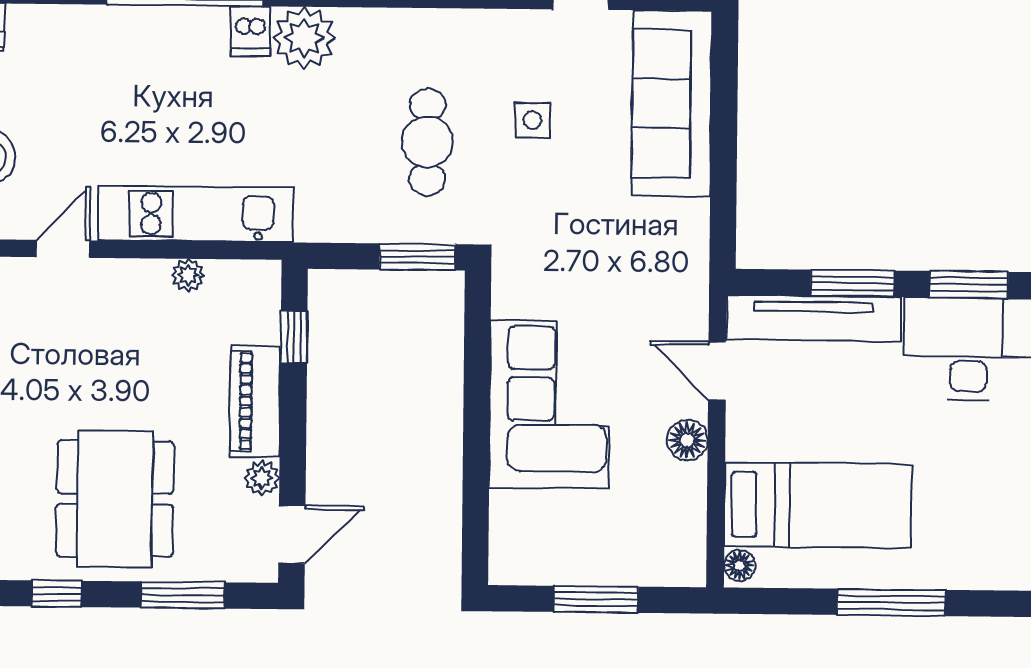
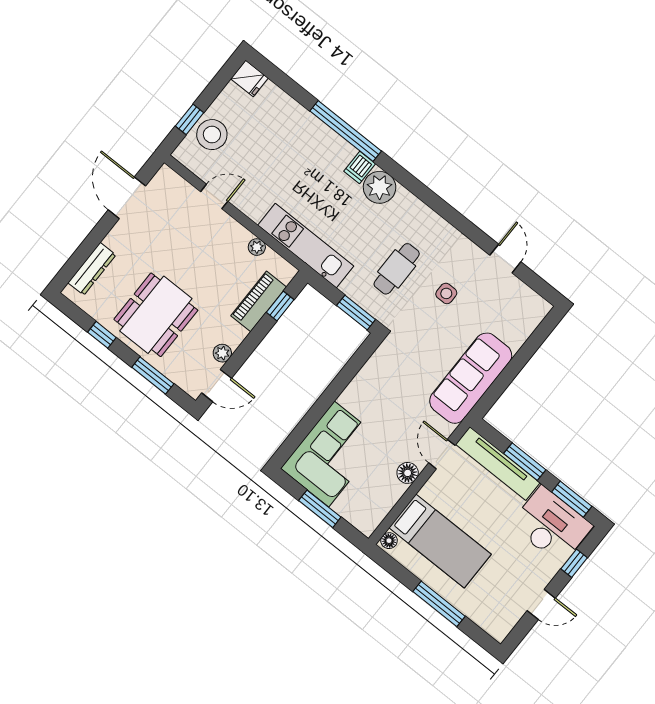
sofa: (672, 103) -> (471, 378), moved
kitchen unit: (196, 214) -> (306, 246), moved
piano: (255, 401) -> (259, 301), moved
corner sofa: (550, 405) -> (331, 454), moved

